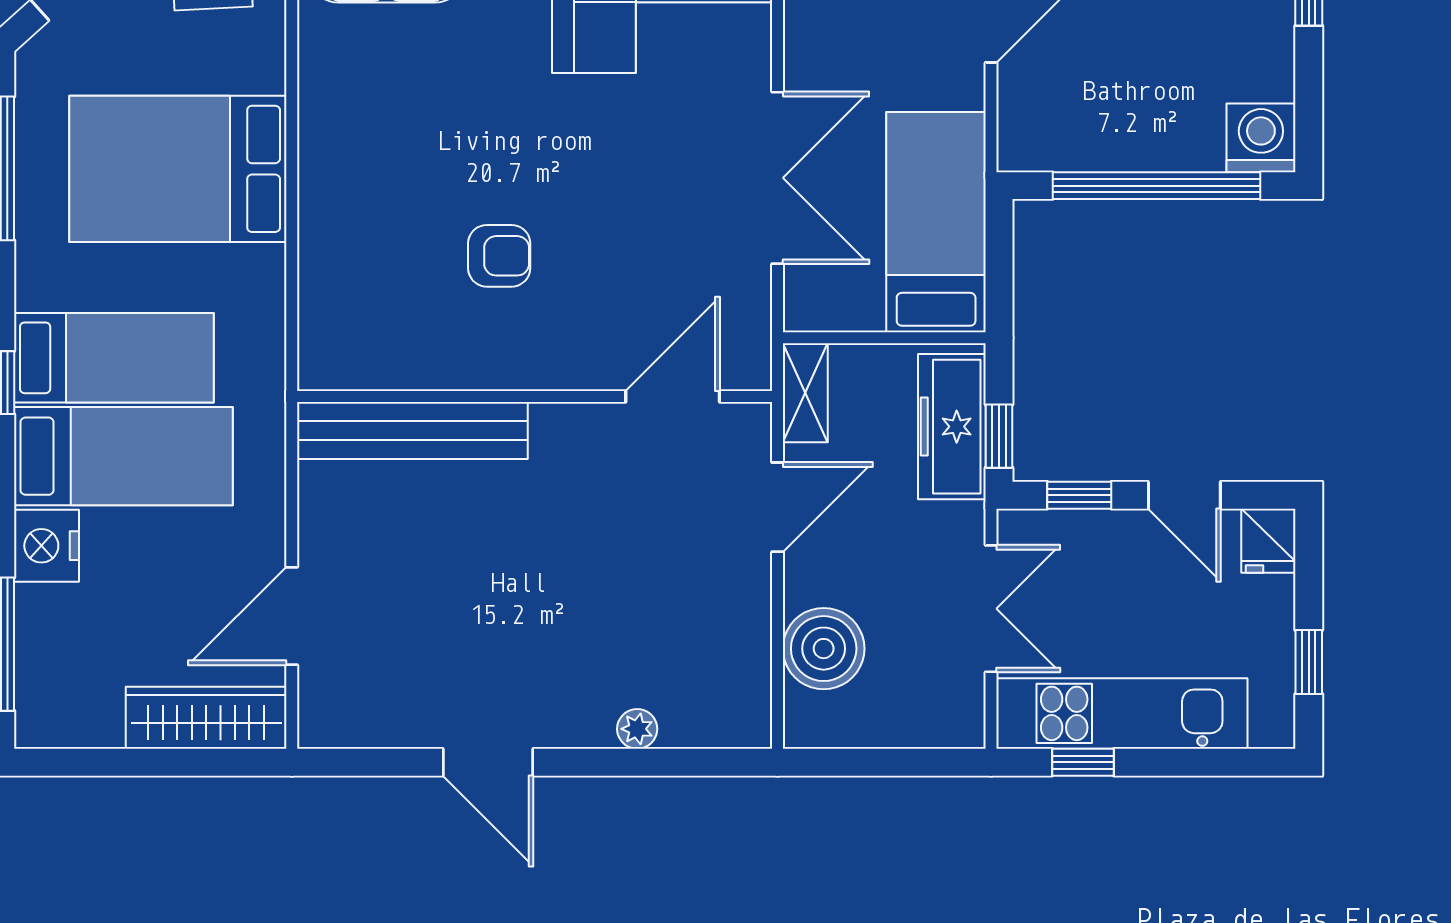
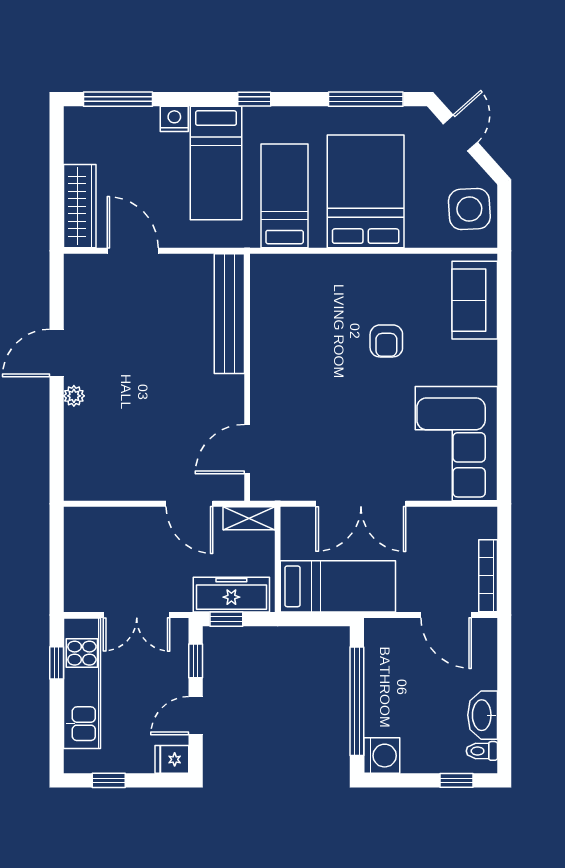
armchair: (499, 256) -> (386, 341), moved
bed: (114, 358) -> (285, 196), moved, turned 180
door: (673, 396) -> (247, 449), swing flipped
nightstand: (47, 546) -> (174, 119), width x0.74, depth x0.75
boiler: (824, 649) -> (116, 528), removed
plant: (637, 729) -> (74, 396), moved

